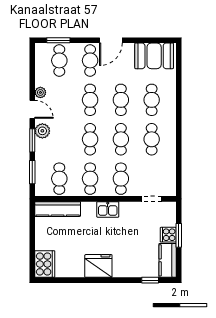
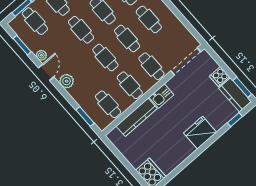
door: (32, 109) -> (46, 72), hinge flipped
window: (32, 140) -> (22, 45), moved
doorway: (152, 199) -> (186, 61), width x1.88
kitchen counter: (58, 209) -> (137, 117), moved
window: (179, 235) -> (242, 87), moved
fridge: (98, 266) -> (200, 133), moved

